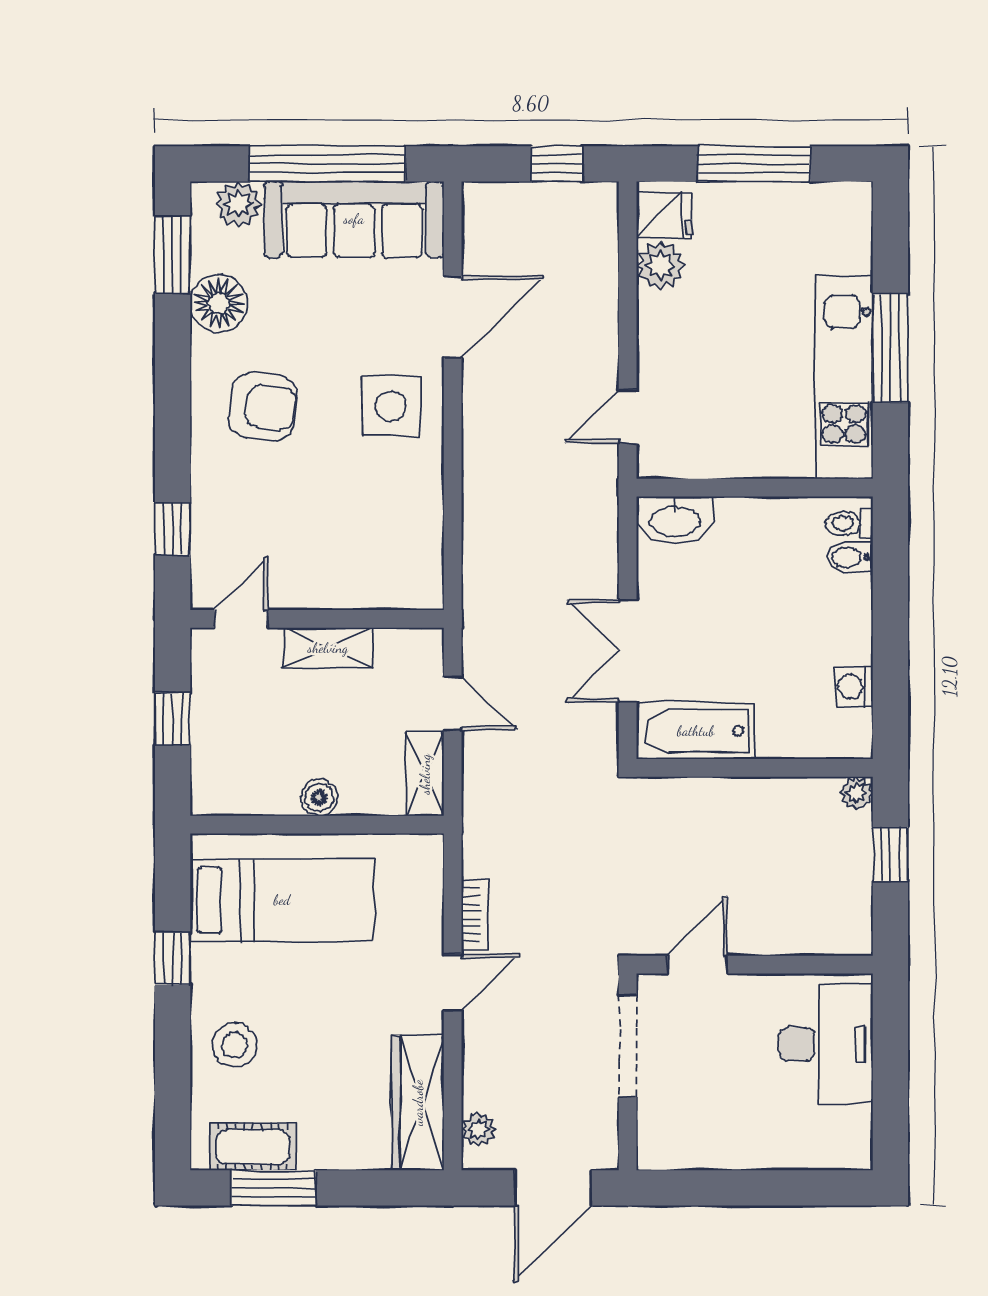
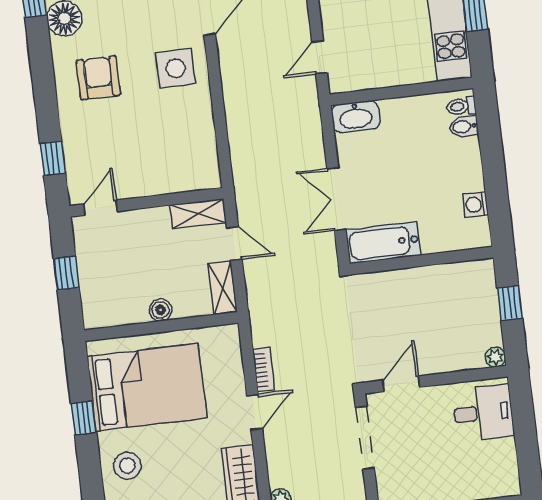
armchair: (263, 407) -> (98, 78), turned -97
shelving: (328, 648) -> (198, 214), moved
plant: (856, 793) -> (495, 357), moved
bed: (282, 900) -> (147, 387), width x1.50
desk: (826, 1044) -> (483, 413), width x0.73

